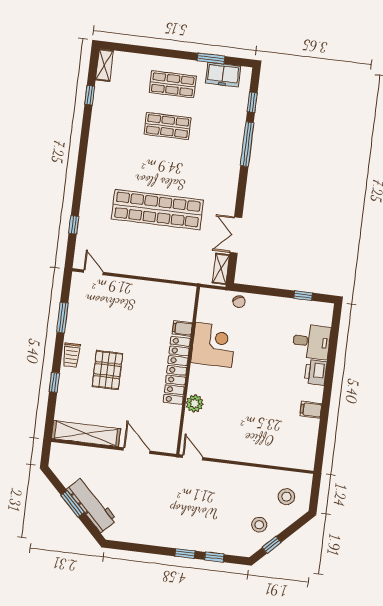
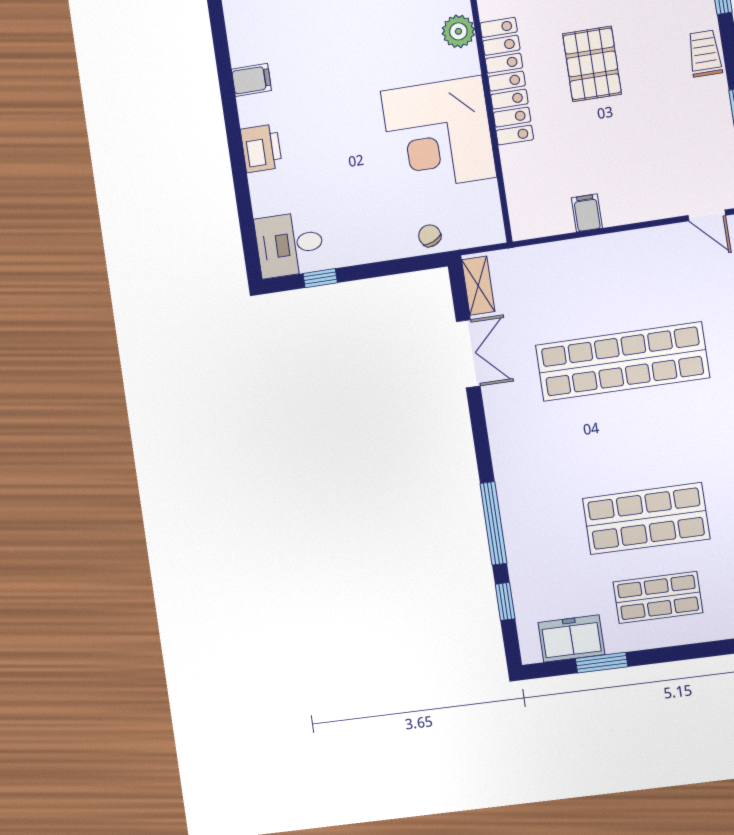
shop shelf: (168, 126) -> (646, 519), width x1.43, depth x1.36
filing cabinet: (182, 328) -> (587, 213), moved, turned -90
desk: (311, 342) -> (290, 244), moved
corner desk: (213, 345) -> (438, 134), width x1.36, depth x1.36
pallet: (107, 370) -> (592, 64), moved

